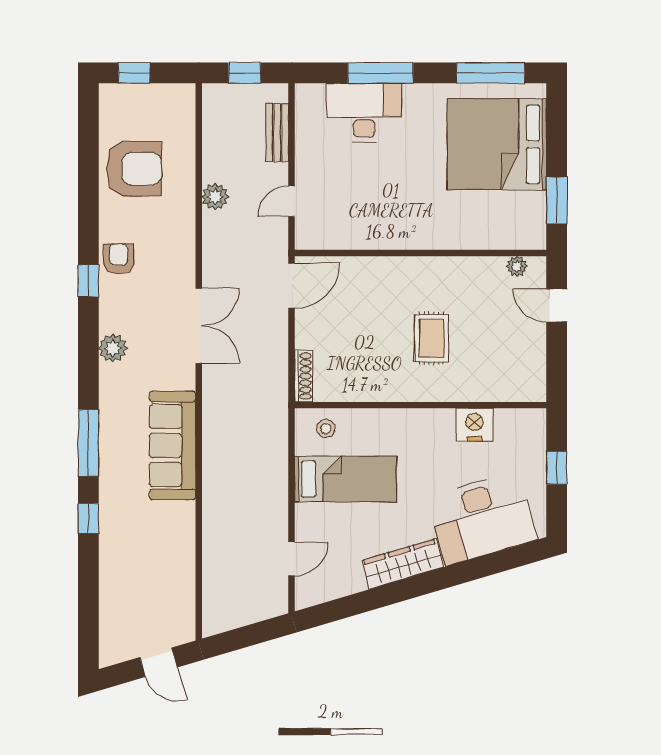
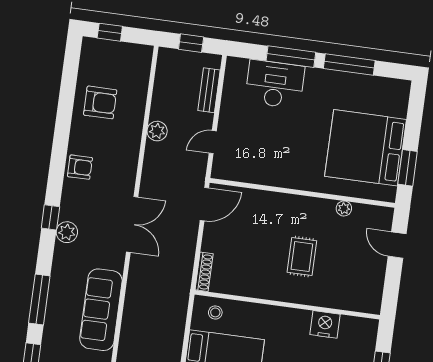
window: (491, 73) -> (349, 65), moved
bed: (497, 144) -> (366, 148), moved
armchair: (134, 169) -> (100, 102), width x0.73, depth x0.73
armchair: (119, 259) -> (80, 167), turned 90
plant: (517, 266) -> (344, 208), moved
window: (88, 281) -> (50, 217), moved

